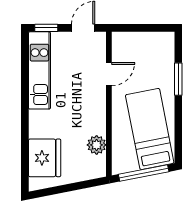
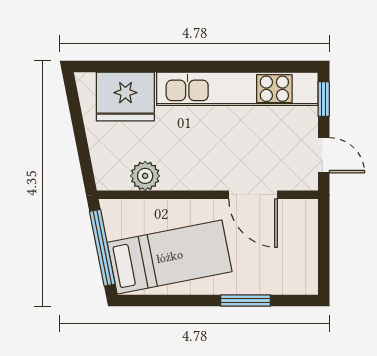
kitchen unit: (39, 70) -> (237, 89), width x1.36
door: (109, 74) -> (253, 195), width x1.38

